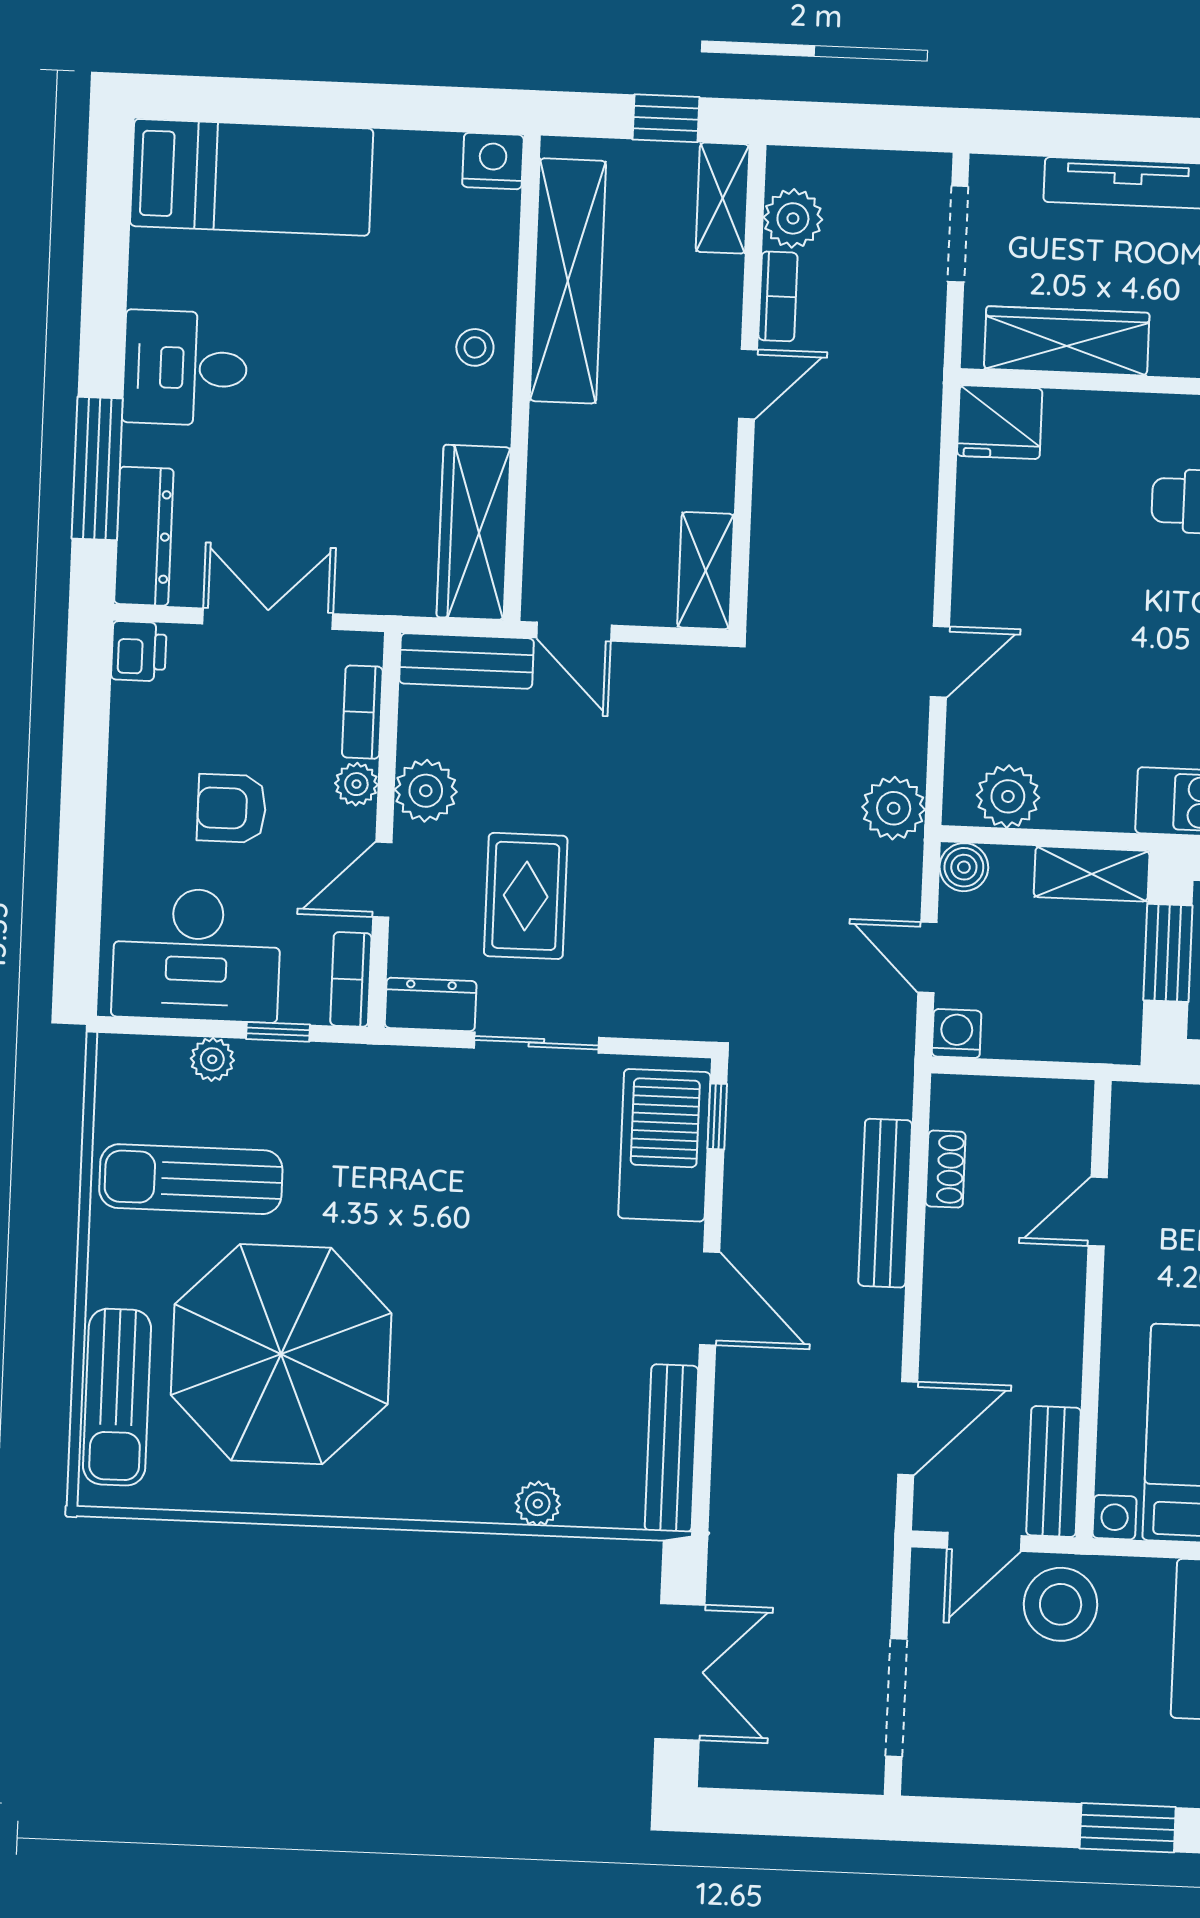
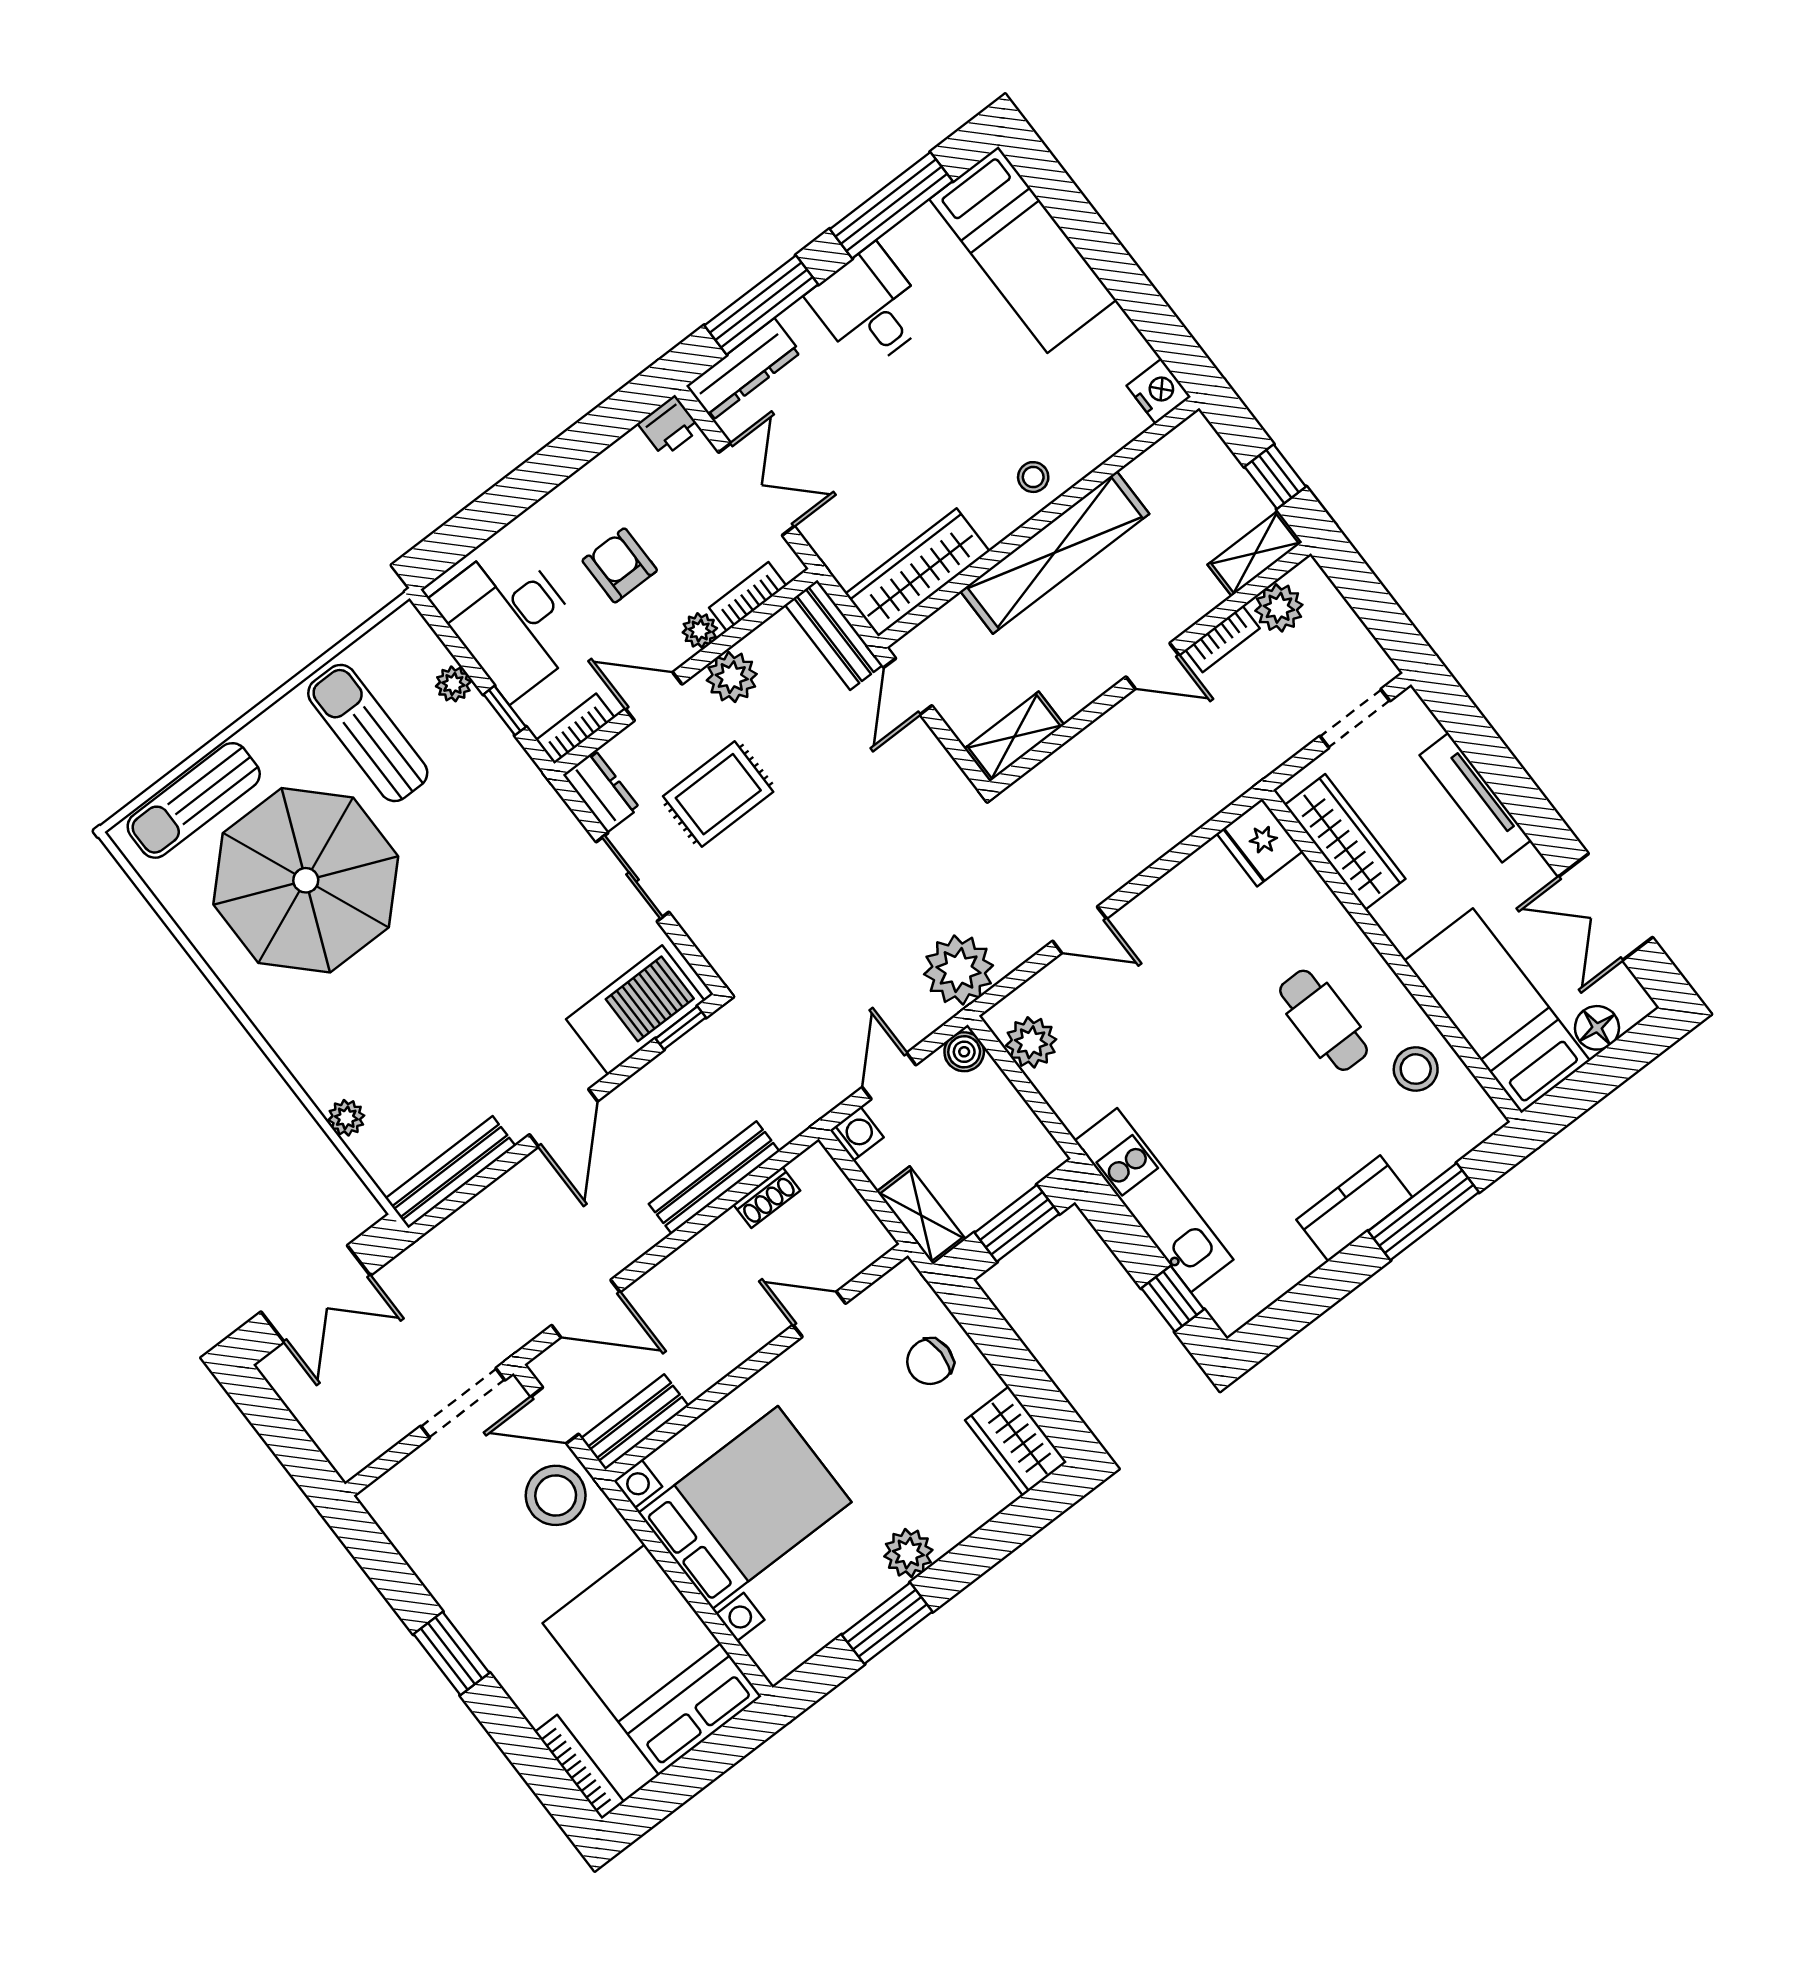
window: (106, 267) -> (891, 205), added
shelving: (568, 281) -> (1055, 553), moved
plant: (894, 808) -> (959, 970), width x1.36, depth x1.36
shelving: (1092, 874) -> (921, 1215), moved
doorway: (896, 1697) -> (463, 1403), moved

